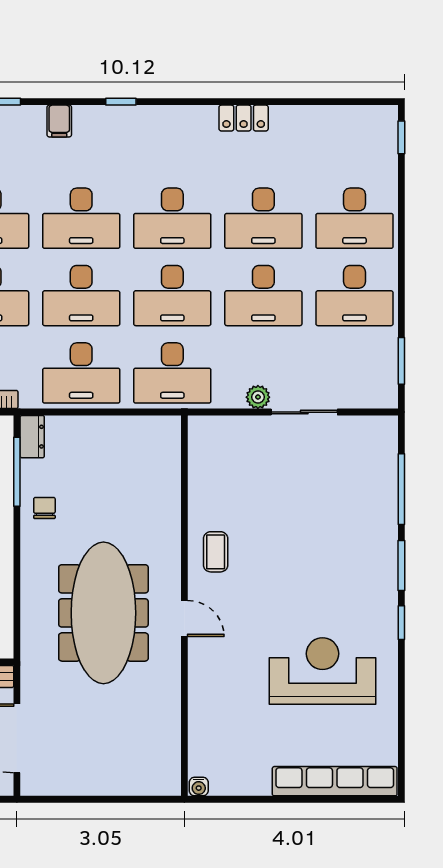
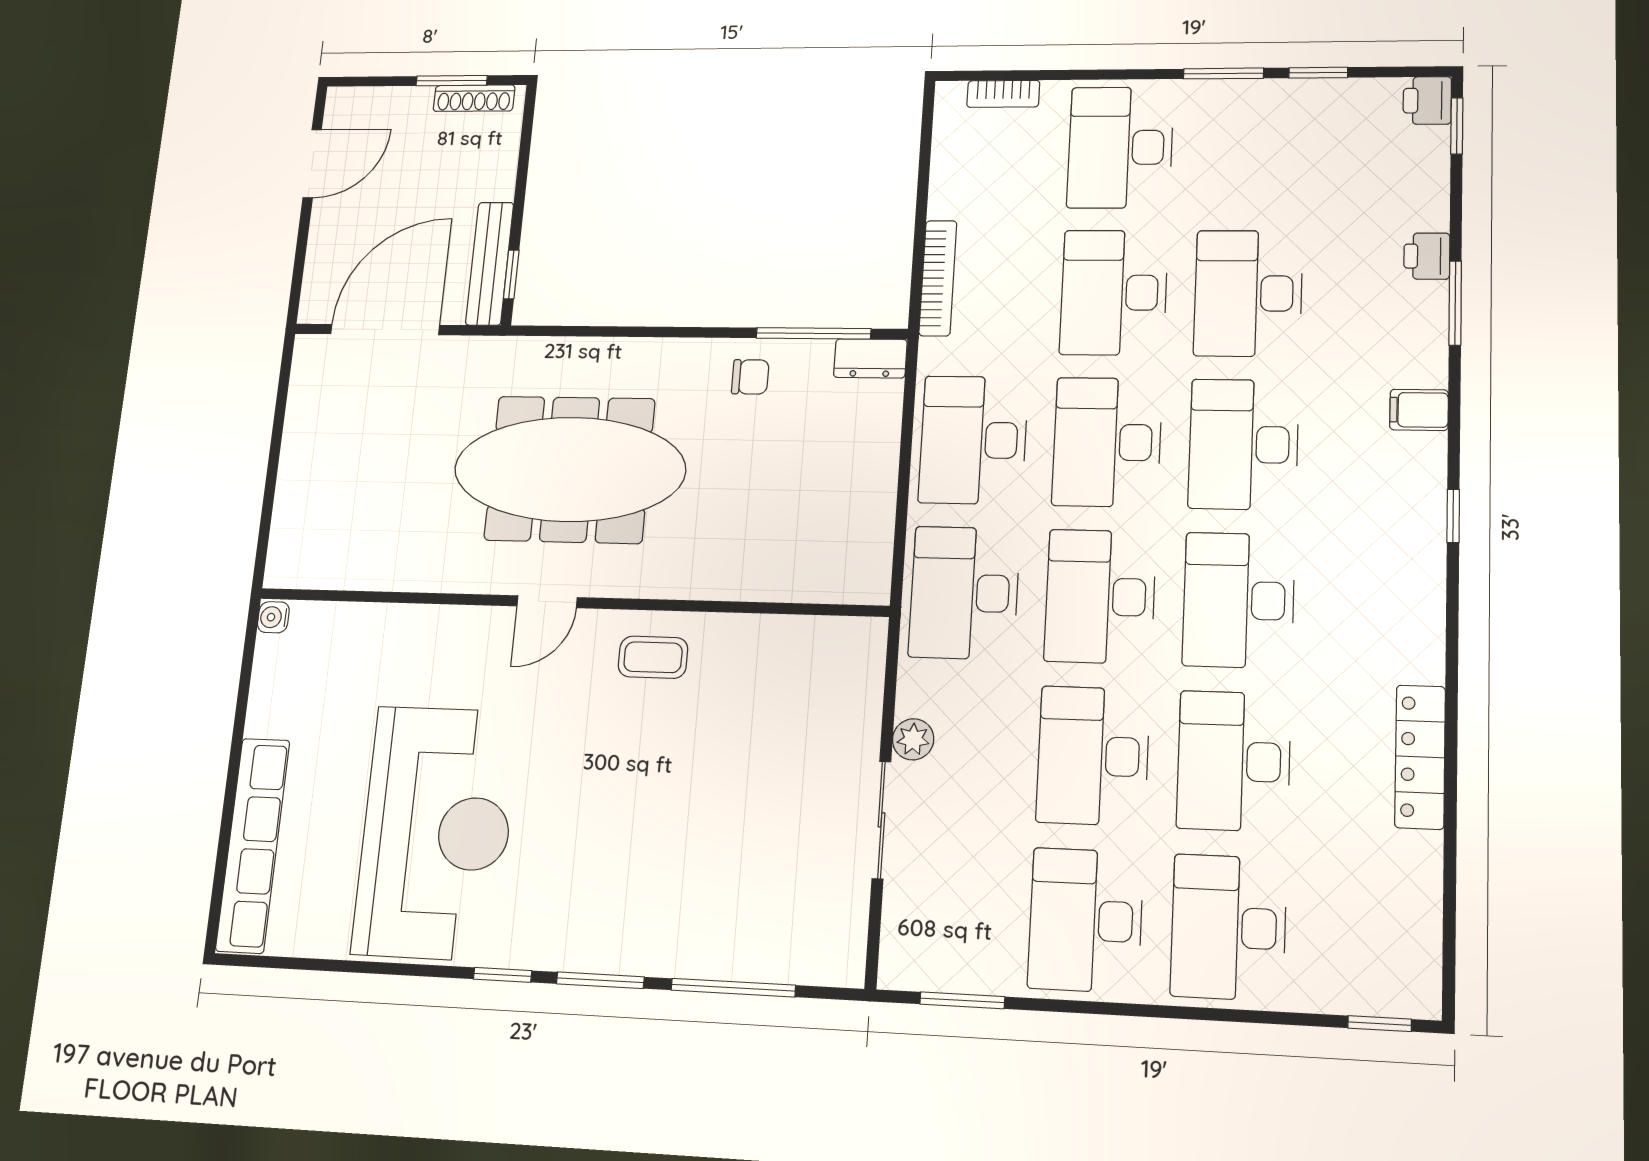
locker: (244, 118) -> (1420, 757), width x1.53
reception desk: (322, 671) -> (436, 832), width x1.36, depth x1.30

